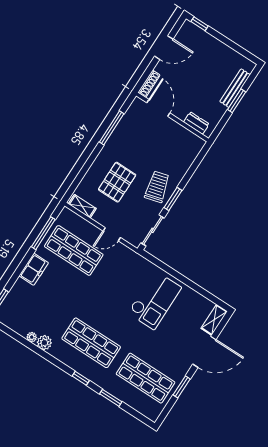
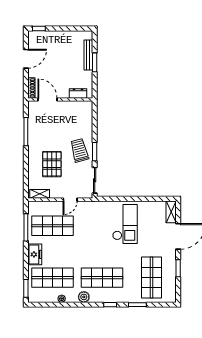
shop shelf: (37, 307) -> (53, 278), added
plant: (44, 343) -> (84, 297), moved
shop shelf: (146, 378) -> (151, 278), turned 90

